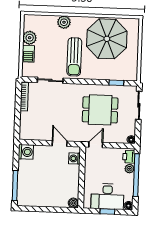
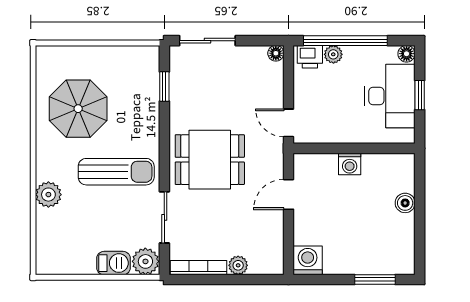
plant: (30, 38) -> (145, 261), moved
parasol: (107, 39) -> (78, 109), width x0.73, depth x0.73
dining table: (100, 110) -> (210, 160), moved, turned 90
plant: (25, 117) -> (238, 265), added
washing machine: (74, 158) -> (350, 164), moved
window: (15, 186) -> (375, 280), width x0.69
boiler: (73, 203) -> (405, 203), moved

